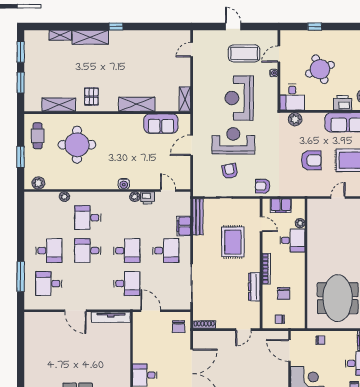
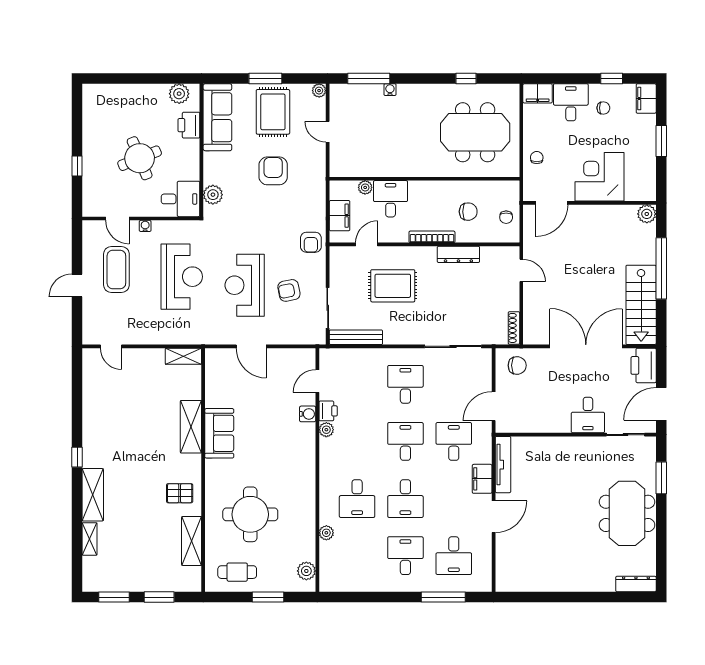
reception desk: (239, 98) -> (182, 277), turned -90
sofa: (161, 124) -> (219, 433), moved
water cooler: (124, 184) -> (308, 414), moved
filing cabinet: (184, 226) -> (482, 479), moved, turned 90

